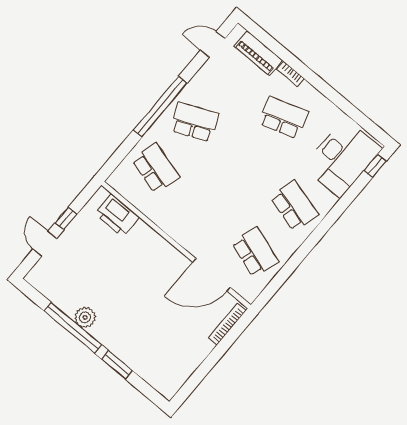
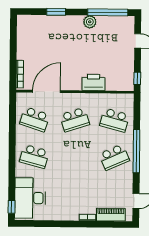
school desk: (283, 118) -> (75, 120), moved
printer: (117, 216) -> (94, 82), moved
window: (66, 219) -> (137, 78), moved
window: (73, 328) -> (108, 12), moved

